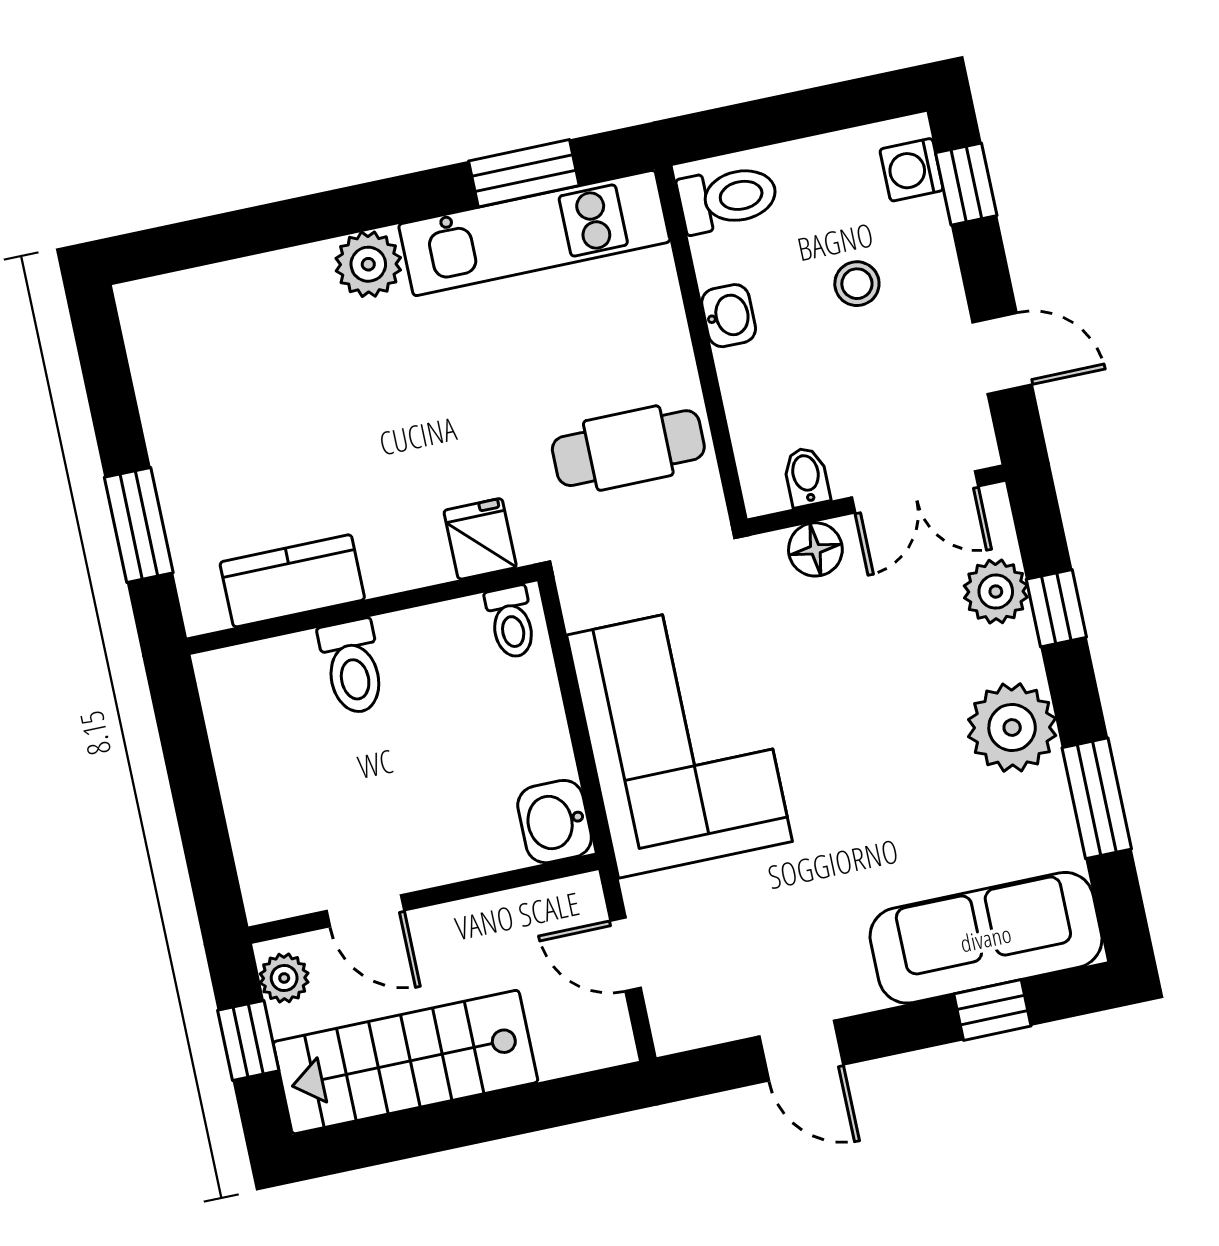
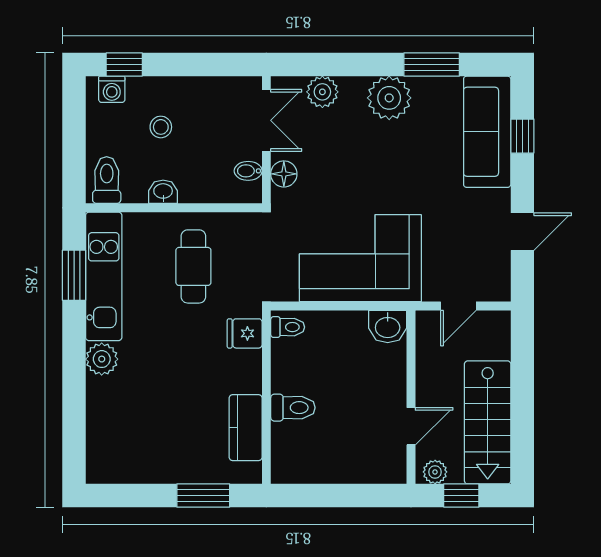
door: (1002, 353) -> (209, 65), removed
cafe table: (628, 448) -> (193, 266), moved
window: (1056, 608) -> (337, 65), removed

